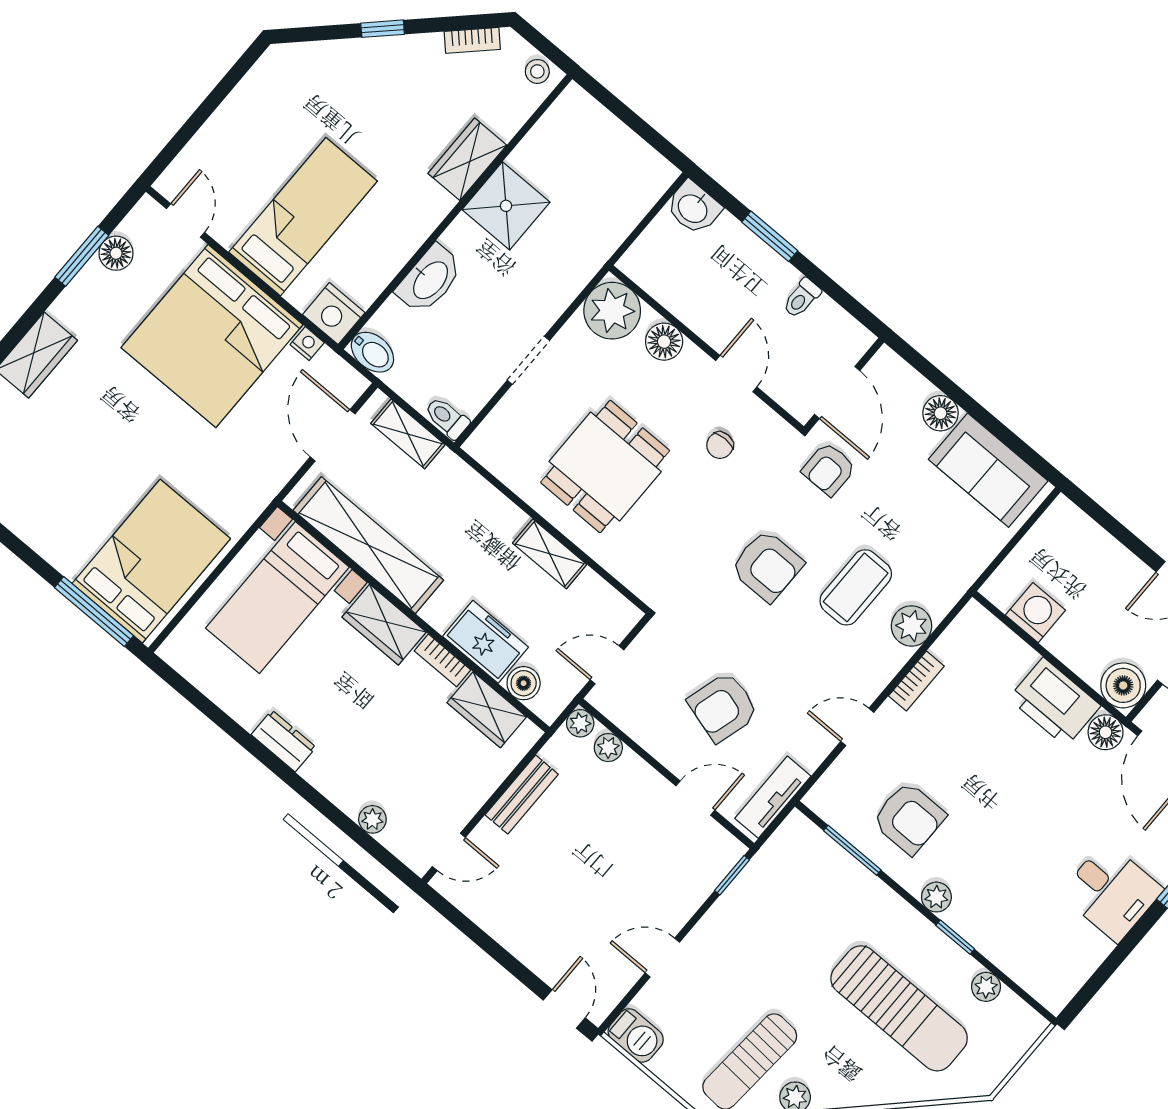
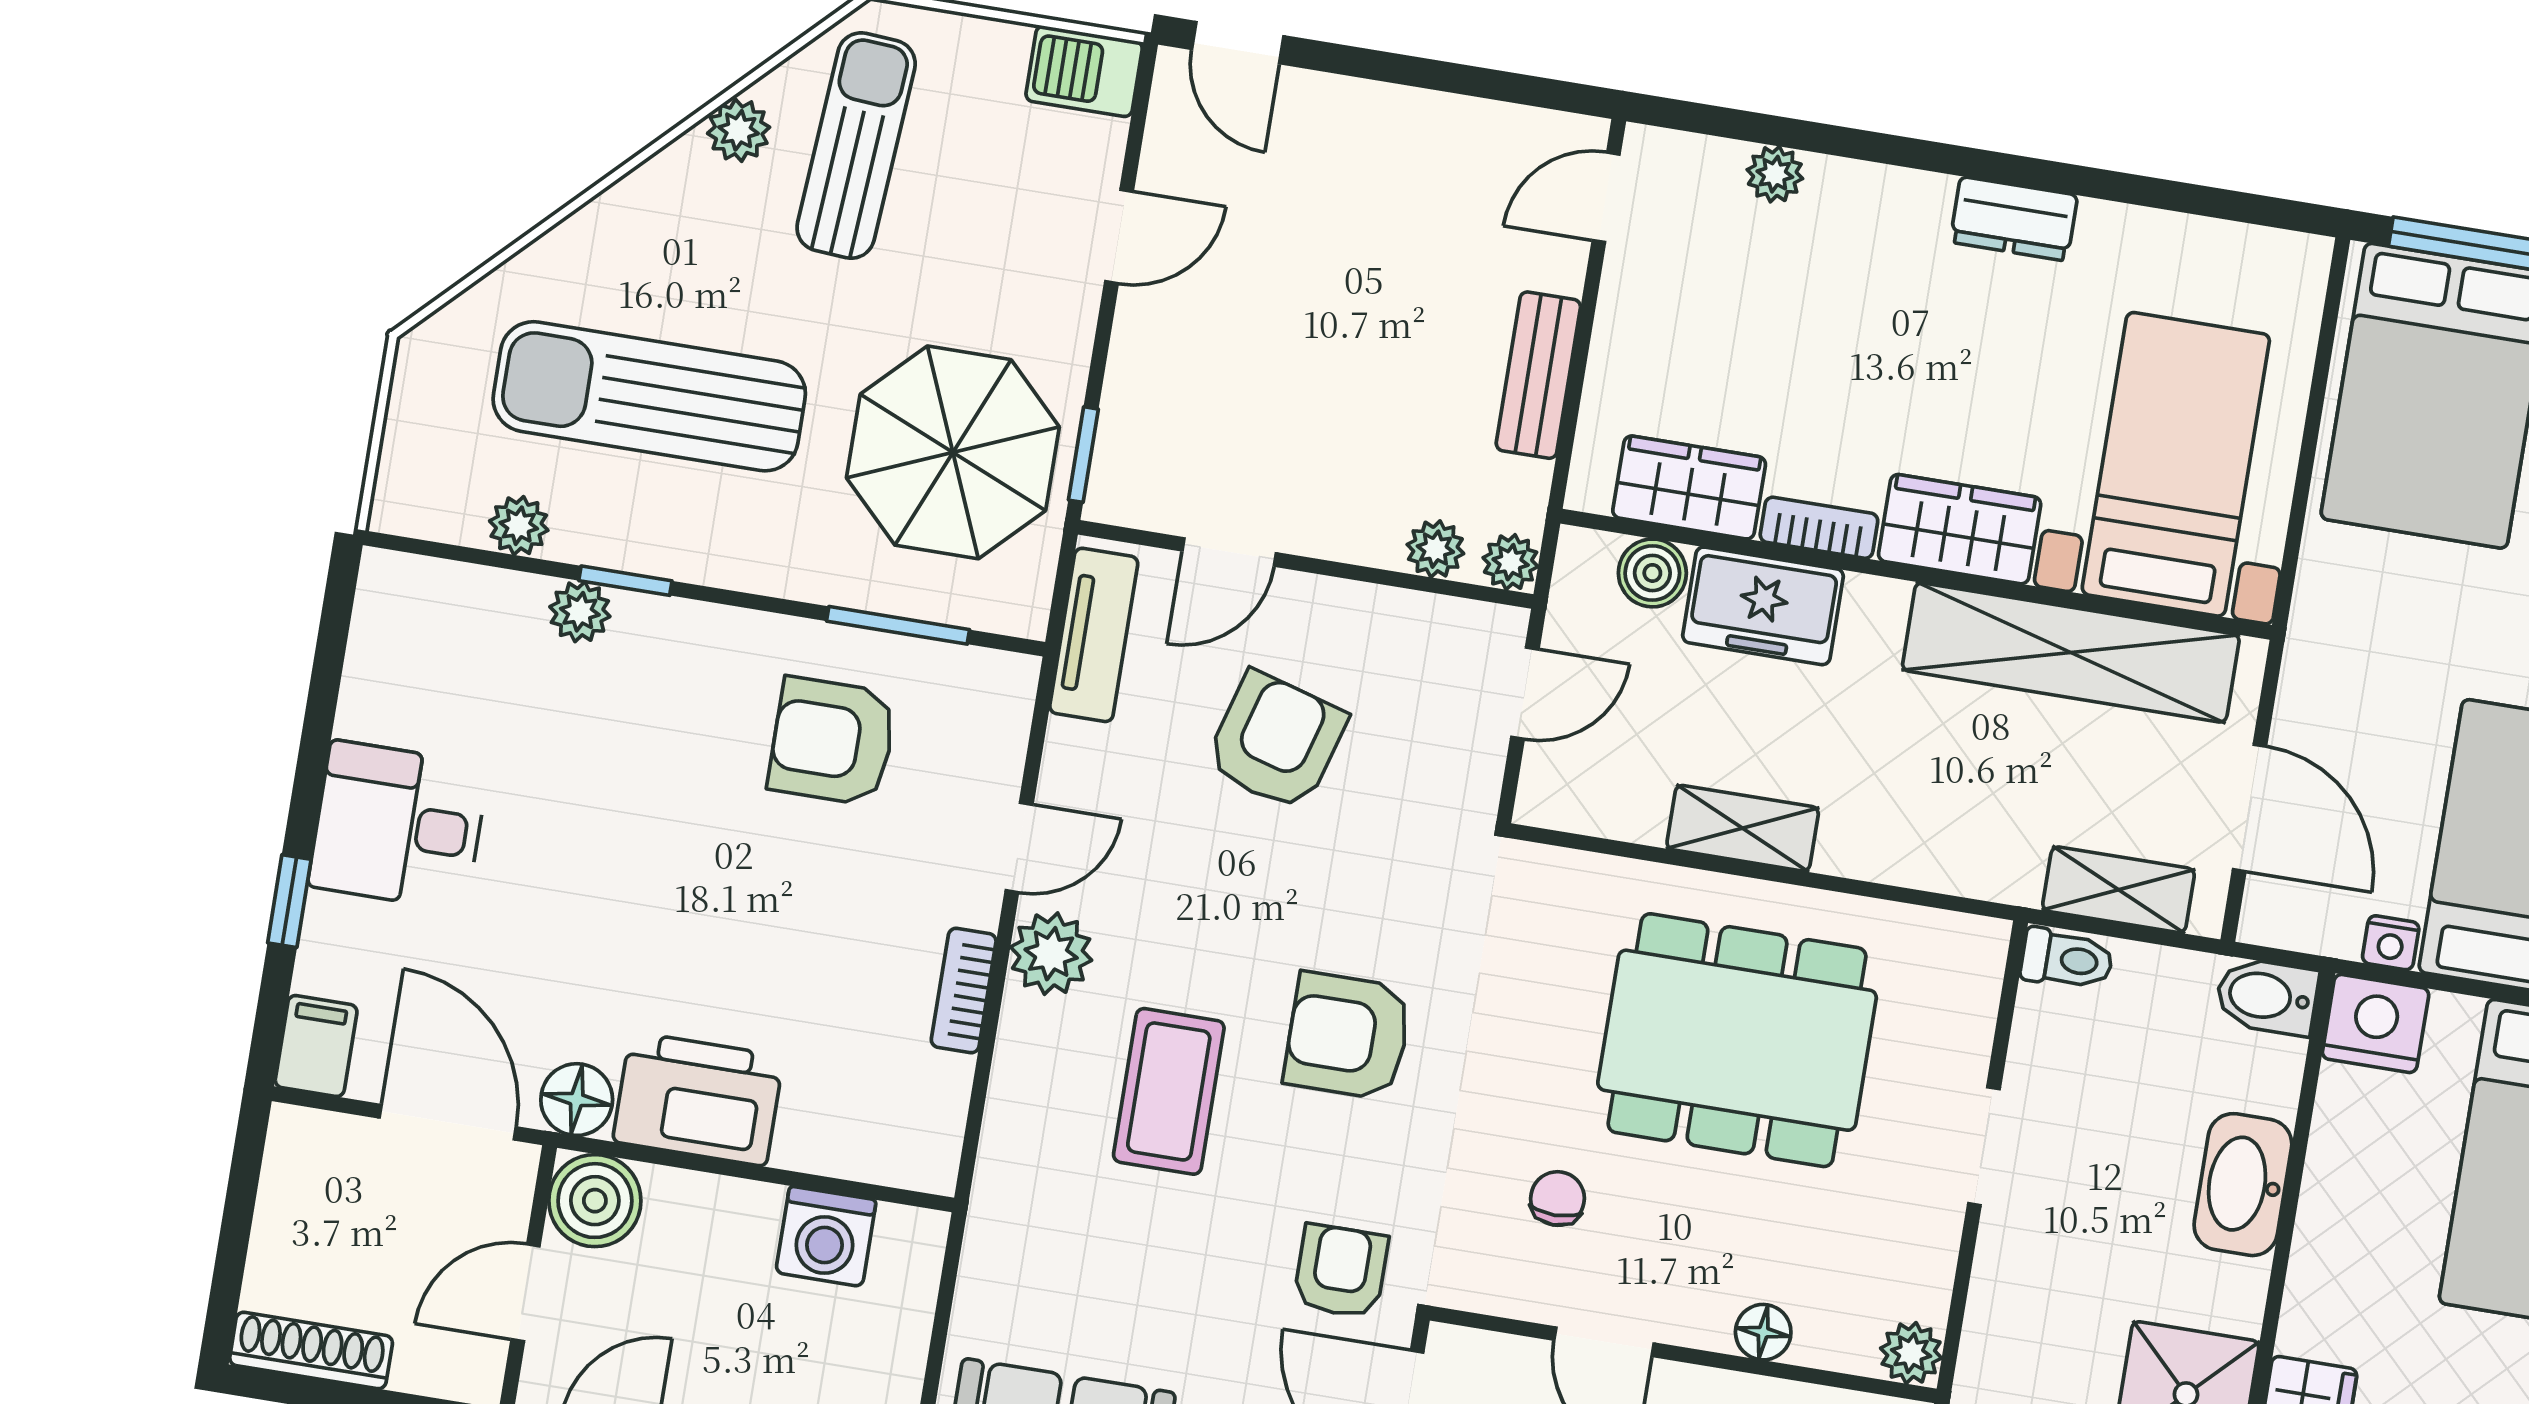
plant: (612, 311) -> (1911, 1353), width x0.53, depth x0.53
floor lamp: (664, 342) -> (1763, 1332), width x0.73, depth x0.73
dining table: (605, 467) -> (1737, 1040), width x1.38
plant: (912, 626) -> (1051, 954), moved
plant: (936, 897) -> (580, 612), moved
parasol: (786, 909) -> (953, 452), added

